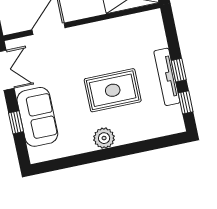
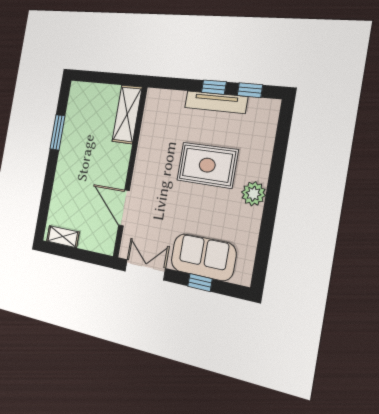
rug: (113, 90) -> (207, 165), turned 90

